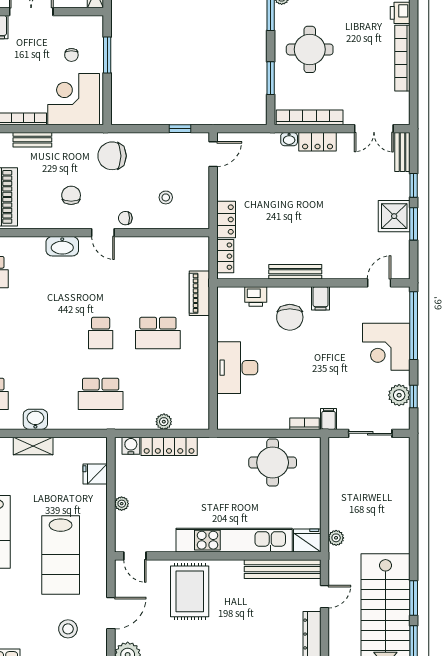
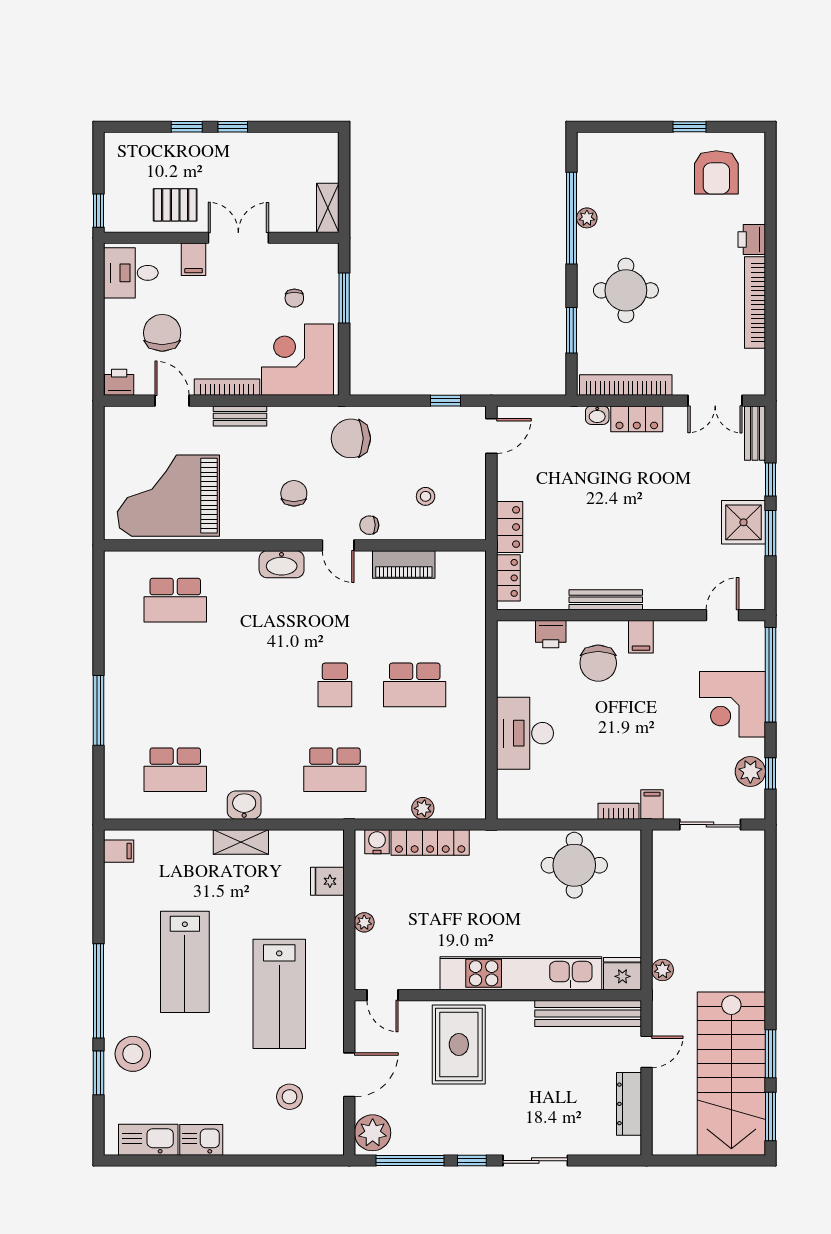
piano: (199, 293) -> (404, 564), moved, turned -90

